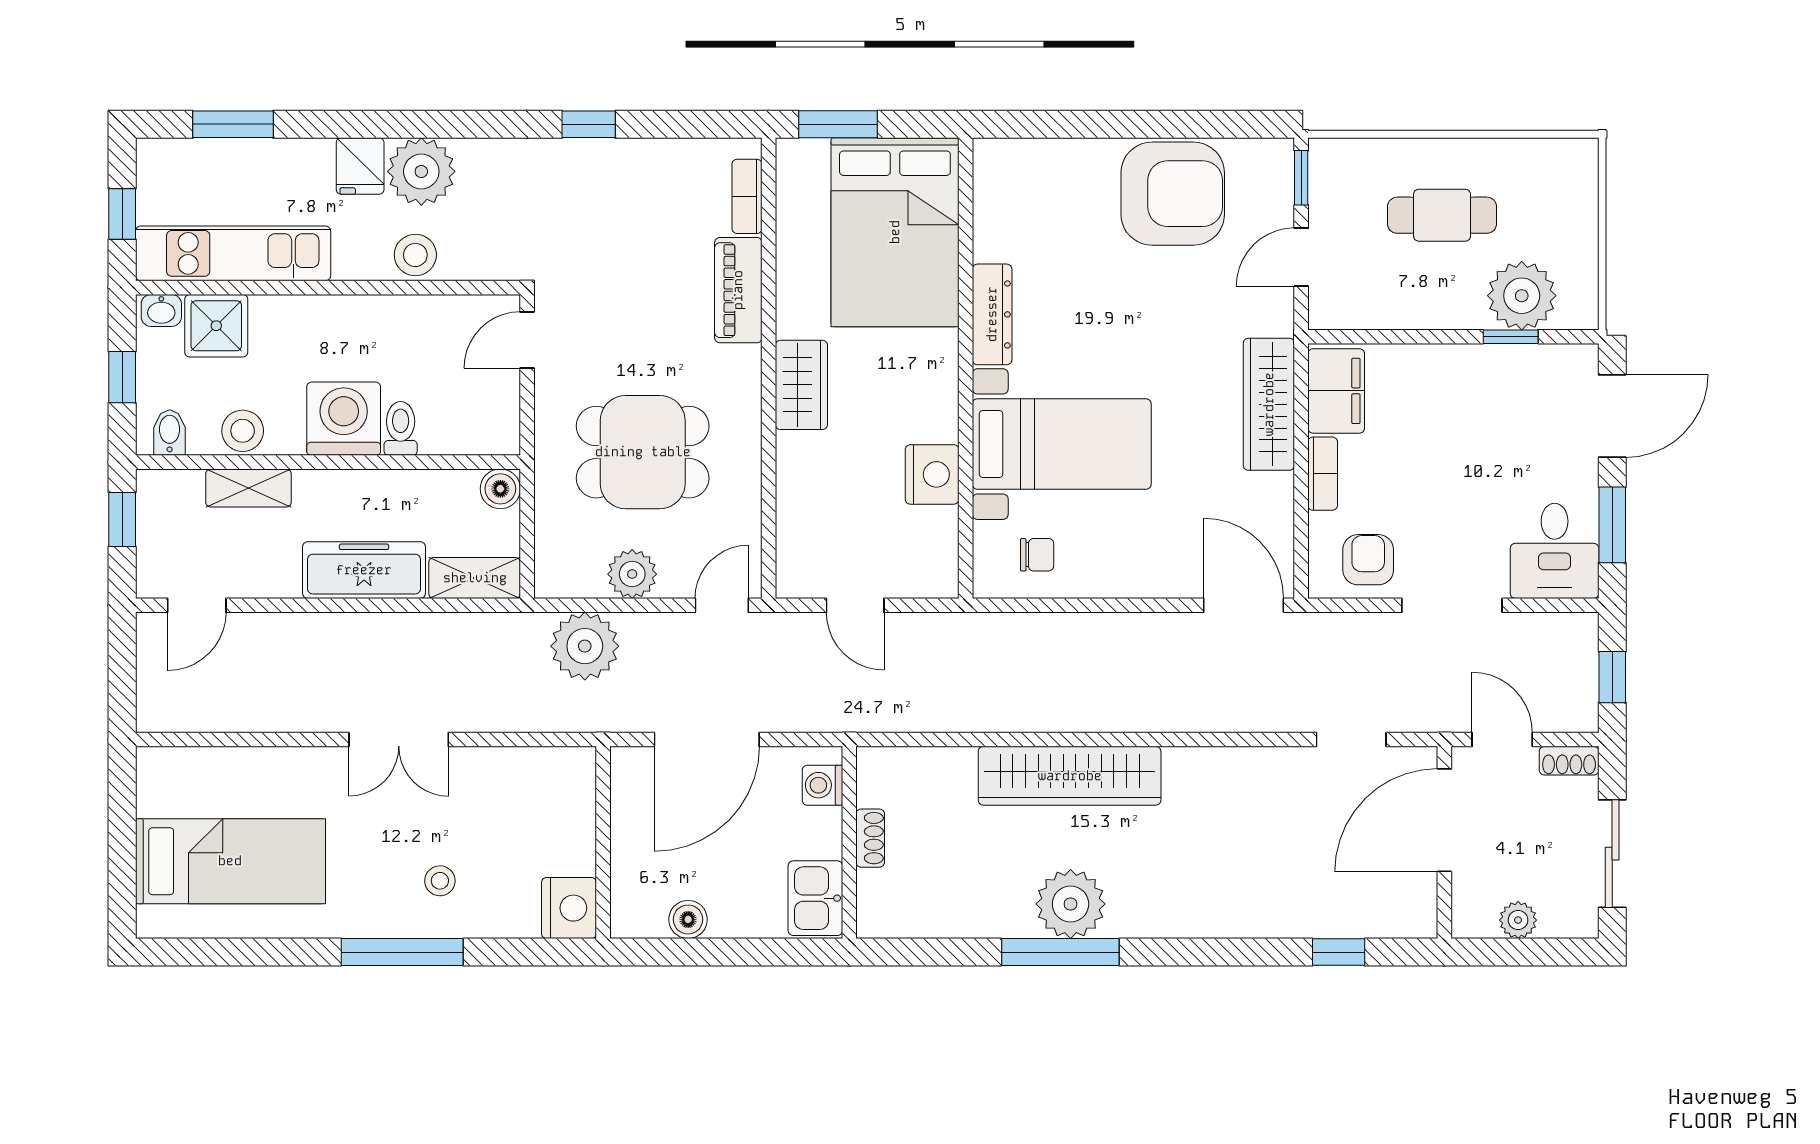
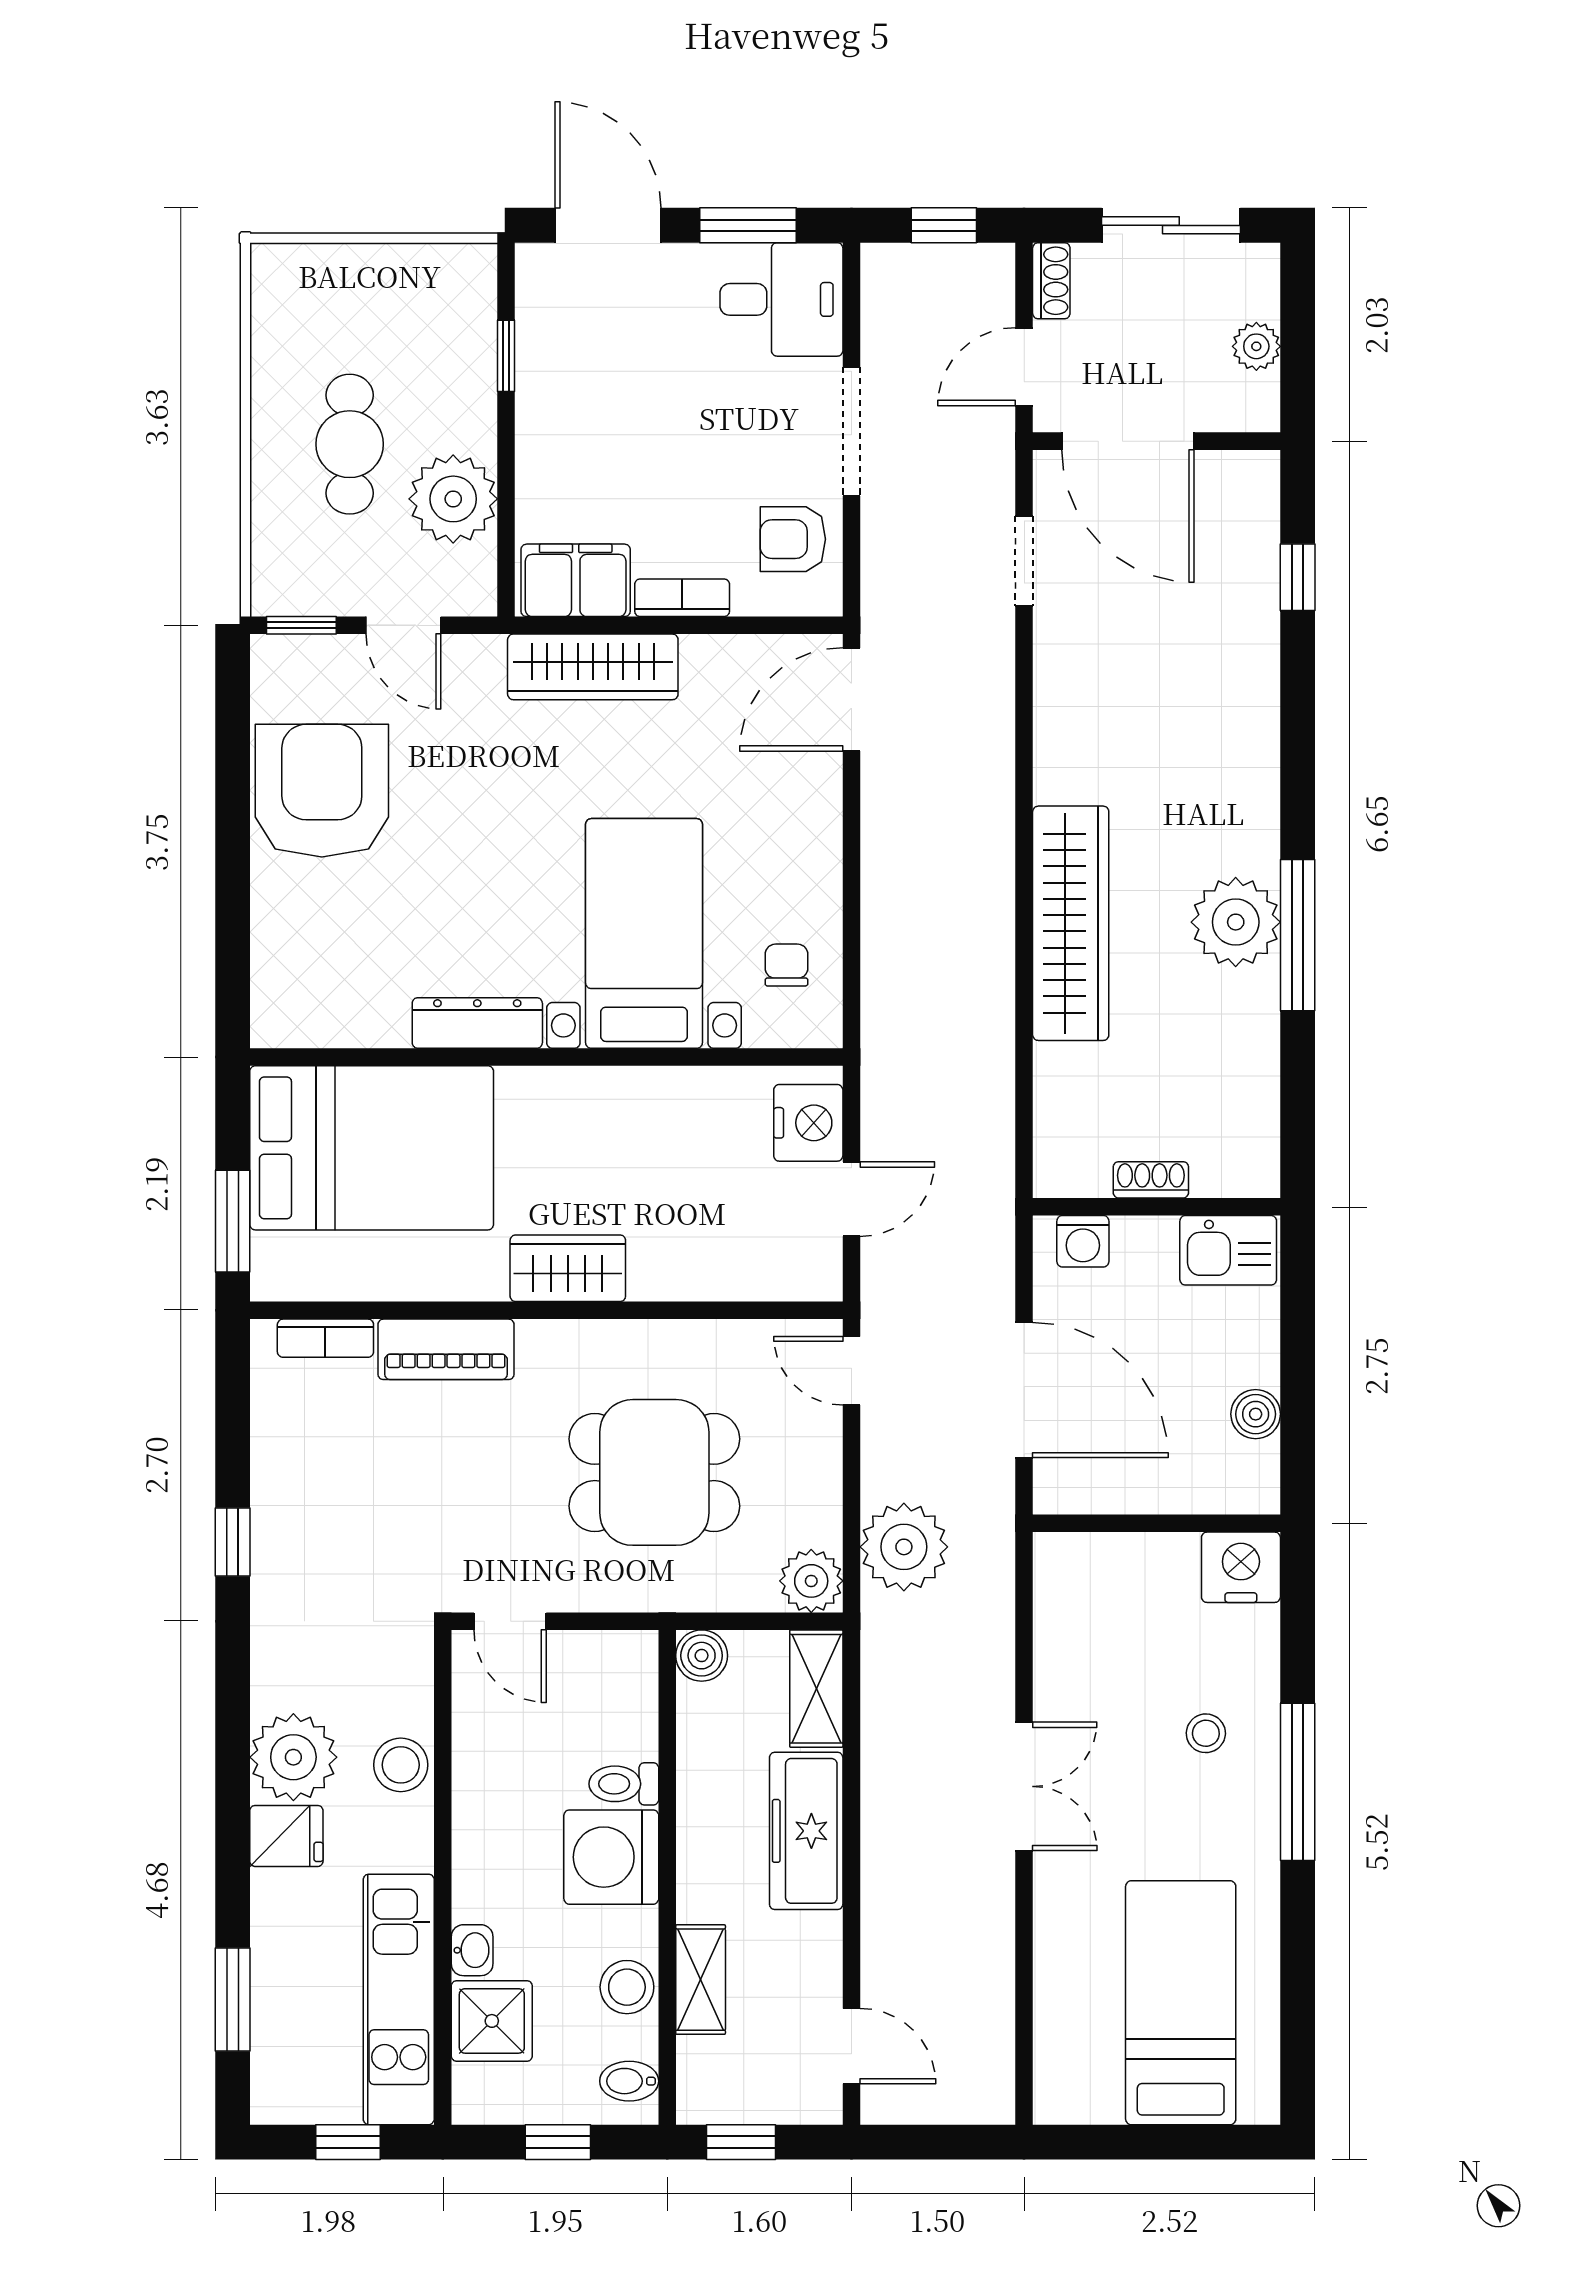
plant: (1522, 296) -> (453, 499), moved
washbasin: (161, 310) -> (472, 1950), moved
dining table: (643, 452) -> (654, 1472), turned 90
nightstand: (932, 474) -> (808, 1123), moved, turned 90
plant: (632, 574) -> (811, 1581), moved

